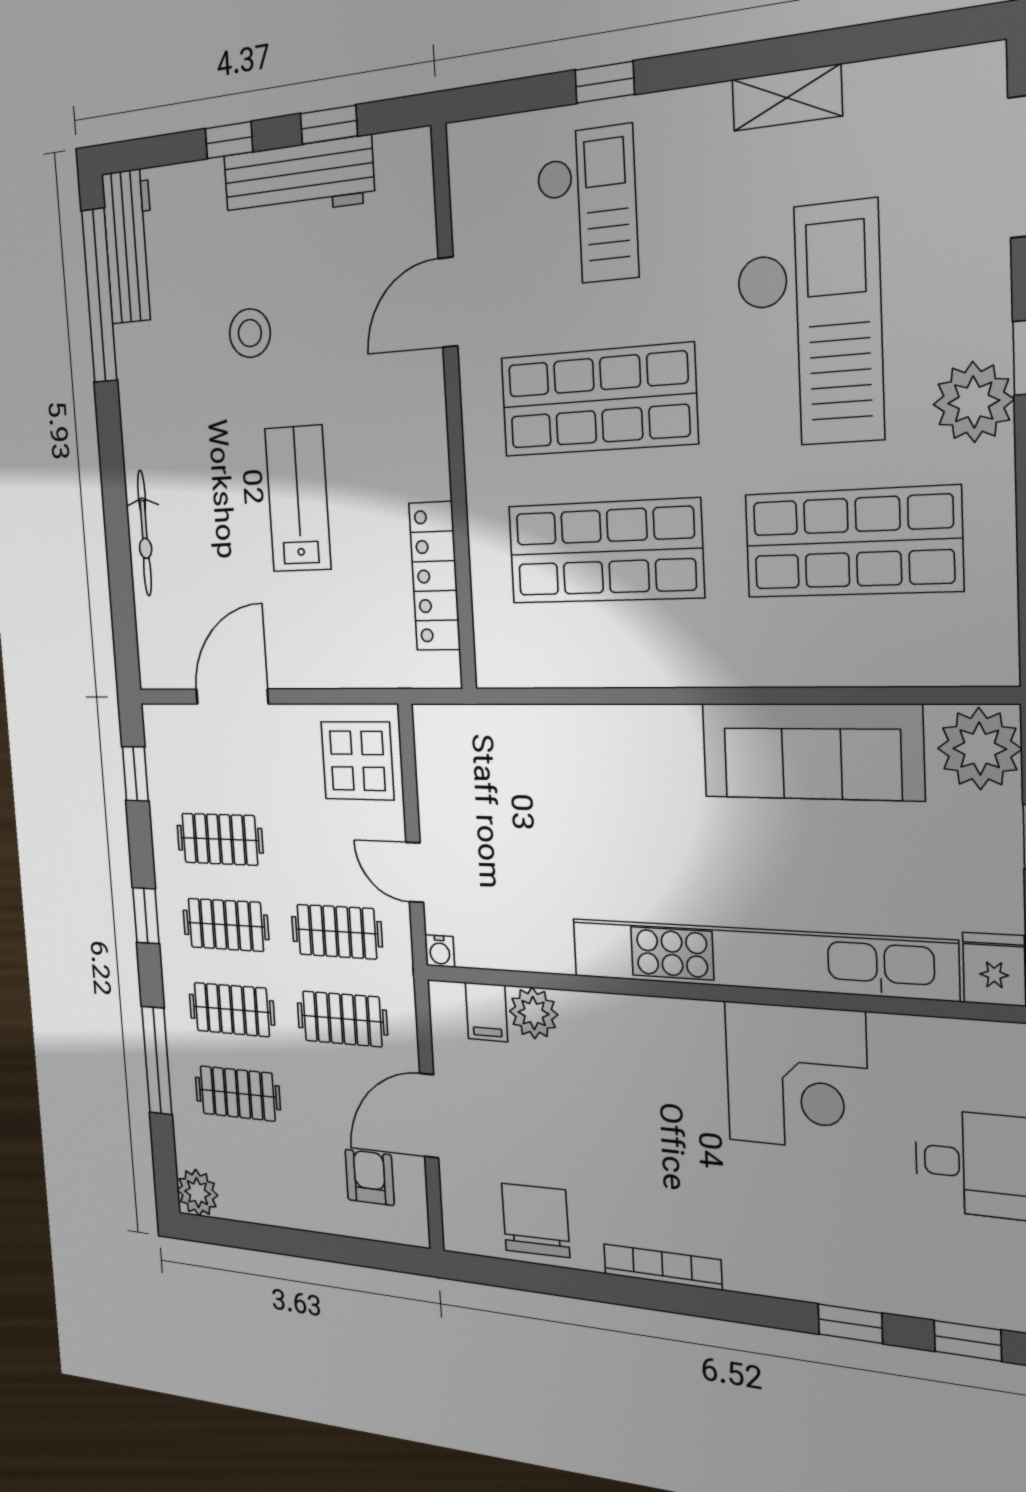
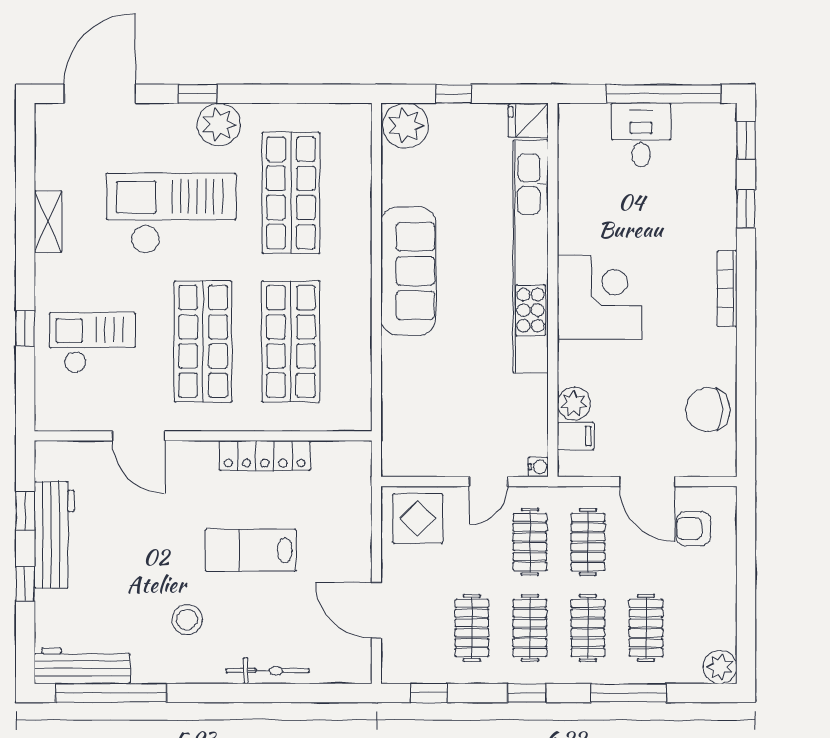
stool: (250, 333) -> (187, 620), moved
locker: (435, 576) -> (265, 456), moved
sofa: (811, 751) -> (408, 271), moved
corner desk: (796, 1077) -> (600, 297), moved
bookcase: (662, 1267) -> (727, 288), moved

